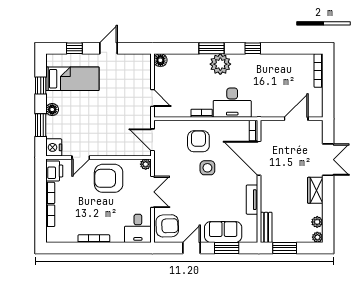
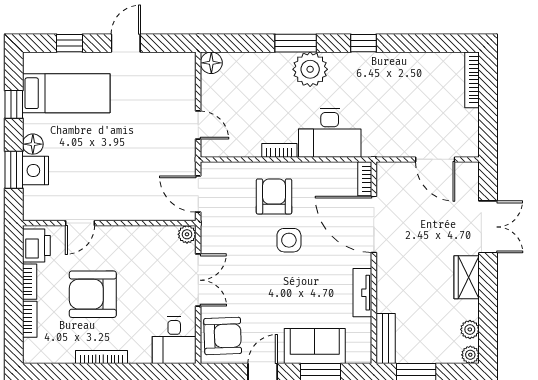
door: (296, 119) -> (435, 159), swing flipped
nightstand: (54, 147) -> (35, 171), moved
armchair: (109, 178) -> (93, 294), moved

